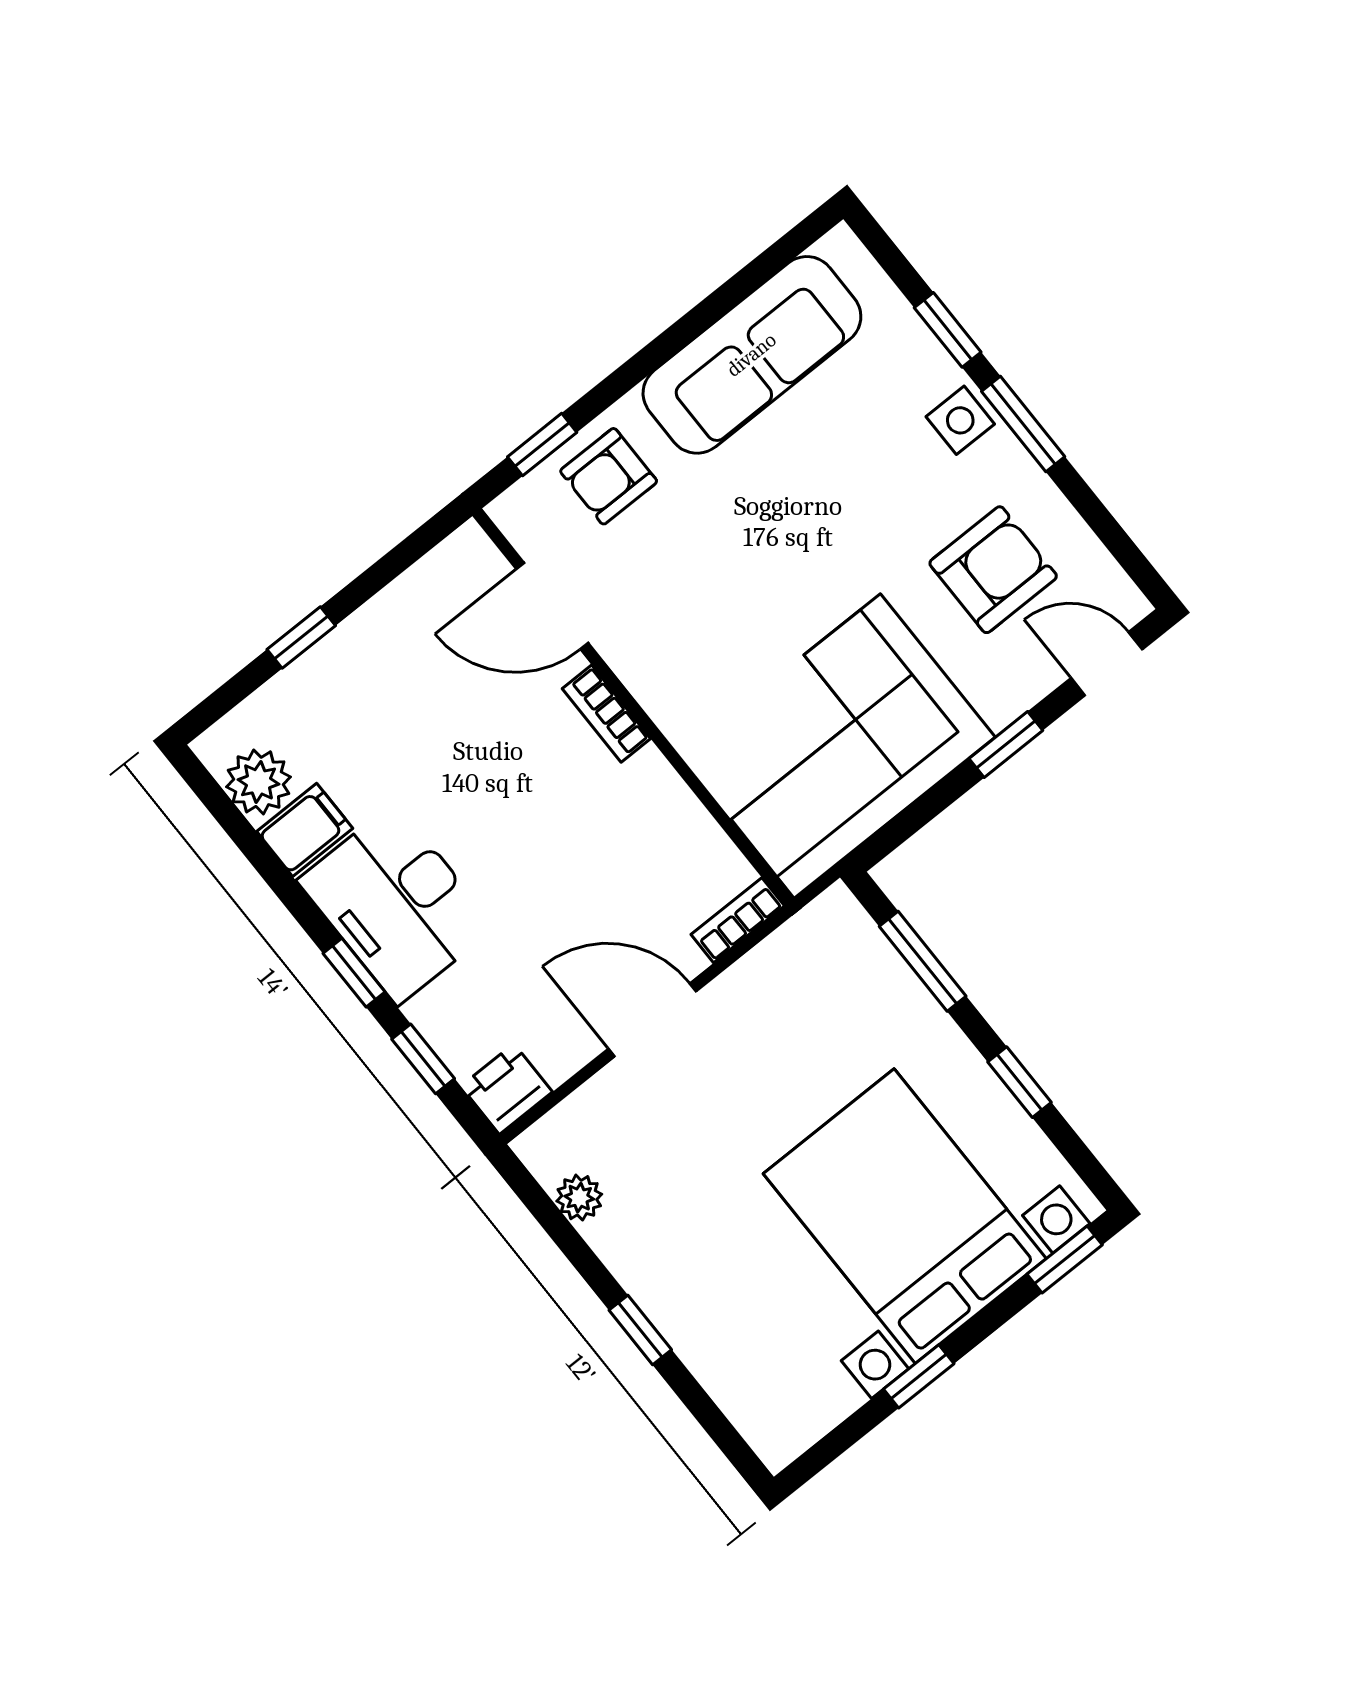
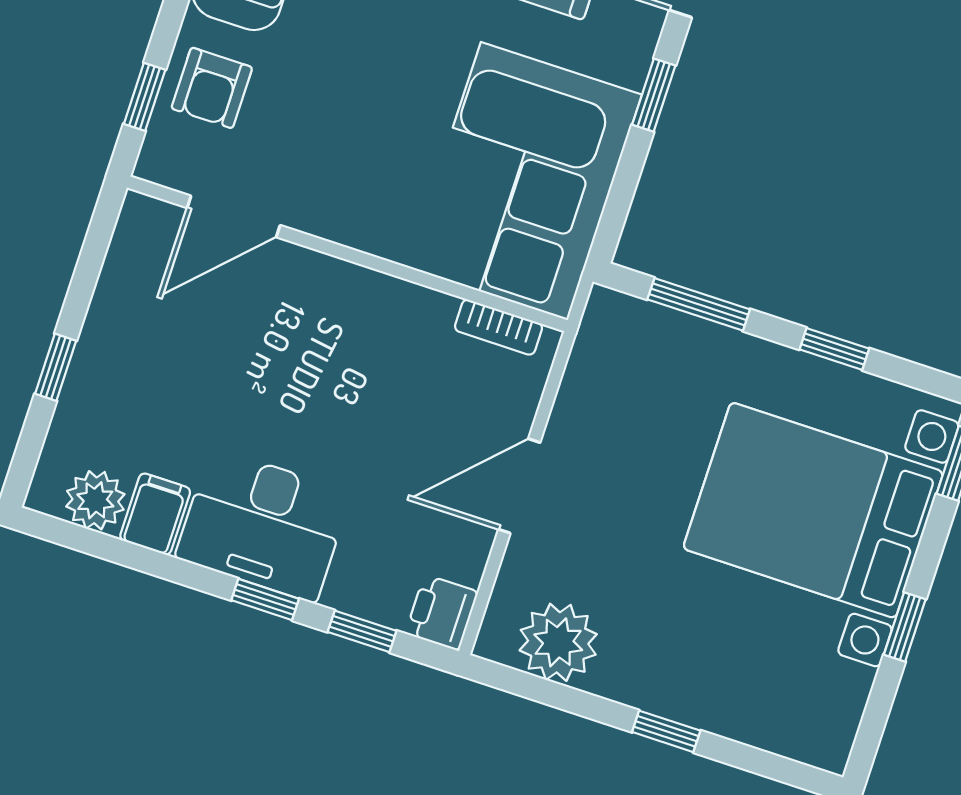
bookcase: (606, 714) -> (330, 272), removed
bookcase: (738, 920) -> (498, 327), moved, turned -90
plant: (579, 1198) -> (558, 642), width x1.88, depth x1.88

